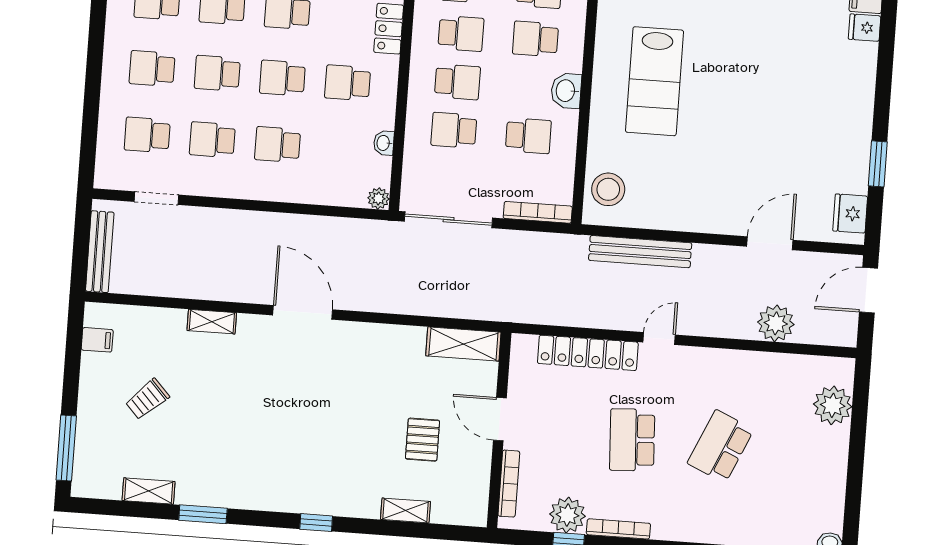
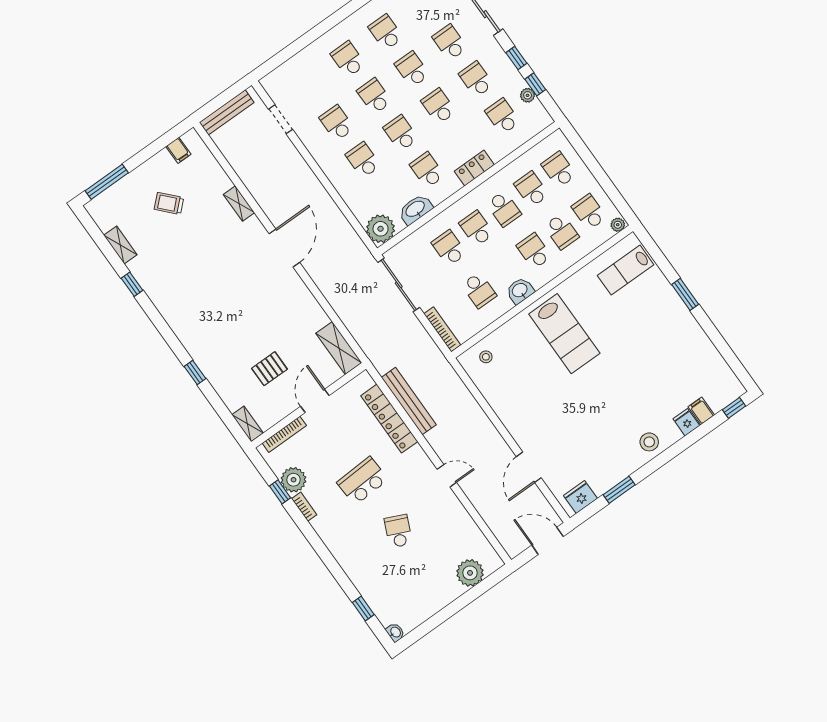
lab bench: (655, 81) -> (564, 334), turned -90
school desk: (457, 82) -> (476, 228), turned 180
stool: (852, 87) -> (649, 442), added
school desk: (147, 135) -> (310, 86), removed
washbasin: (384, 143) -> (415, 209), width x1.91, depth x1.45
stool: (608, 189) -> (486, 357), width x0.53, depth x0.53
plant: (378, 198) -> (381, 229), width x1.88, depth x1.88
door: (770, 243) -> (529, 467), swing flipped
bench: (640, 252) -> (409, 401), moved
plant: (776, 323) -> (489, 506), removed
door: (659, 338) -> (447, 476), moved
school desk: (721, 446) -> (398, 531), width x0.54
shelving: (405, 510) -> (247, 424), moved
window: (203, 514) -> (132, 284), width x0.67
window: (316, 523) -> (195, 373), moved
bookcase: (618, 529) -> (304, 507), width x0.64

